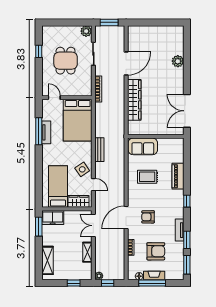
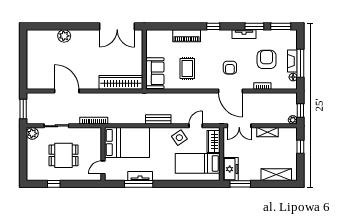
wardrobe: (134, 100) -> (121, 82), moved

